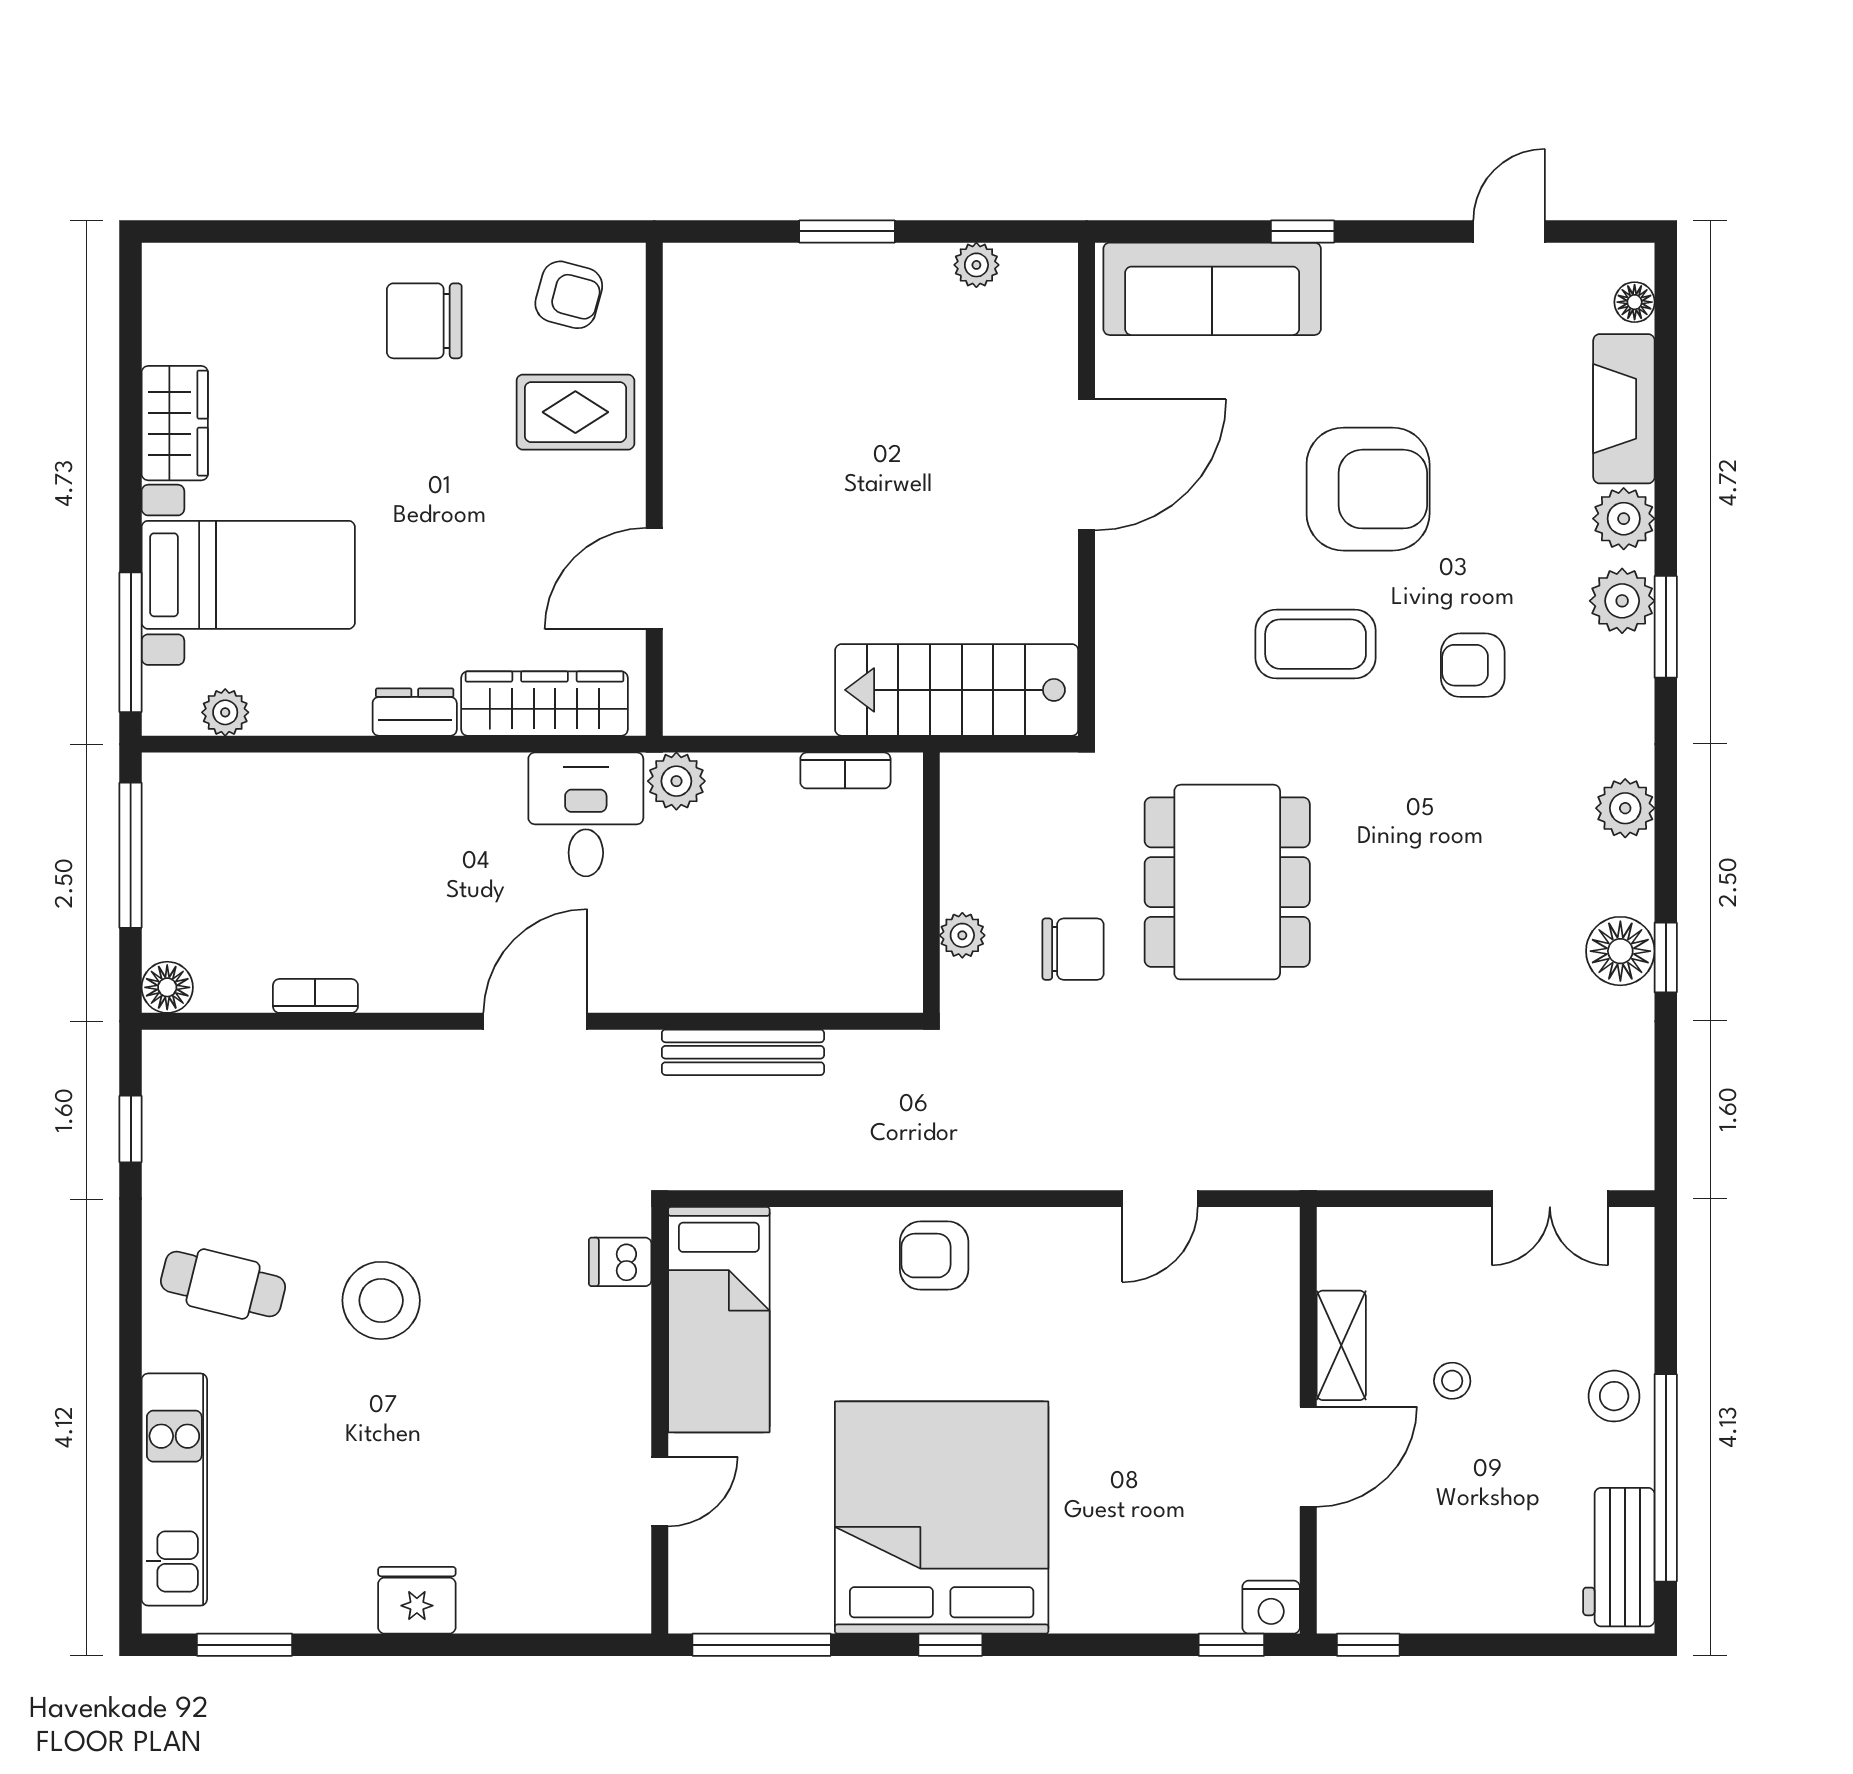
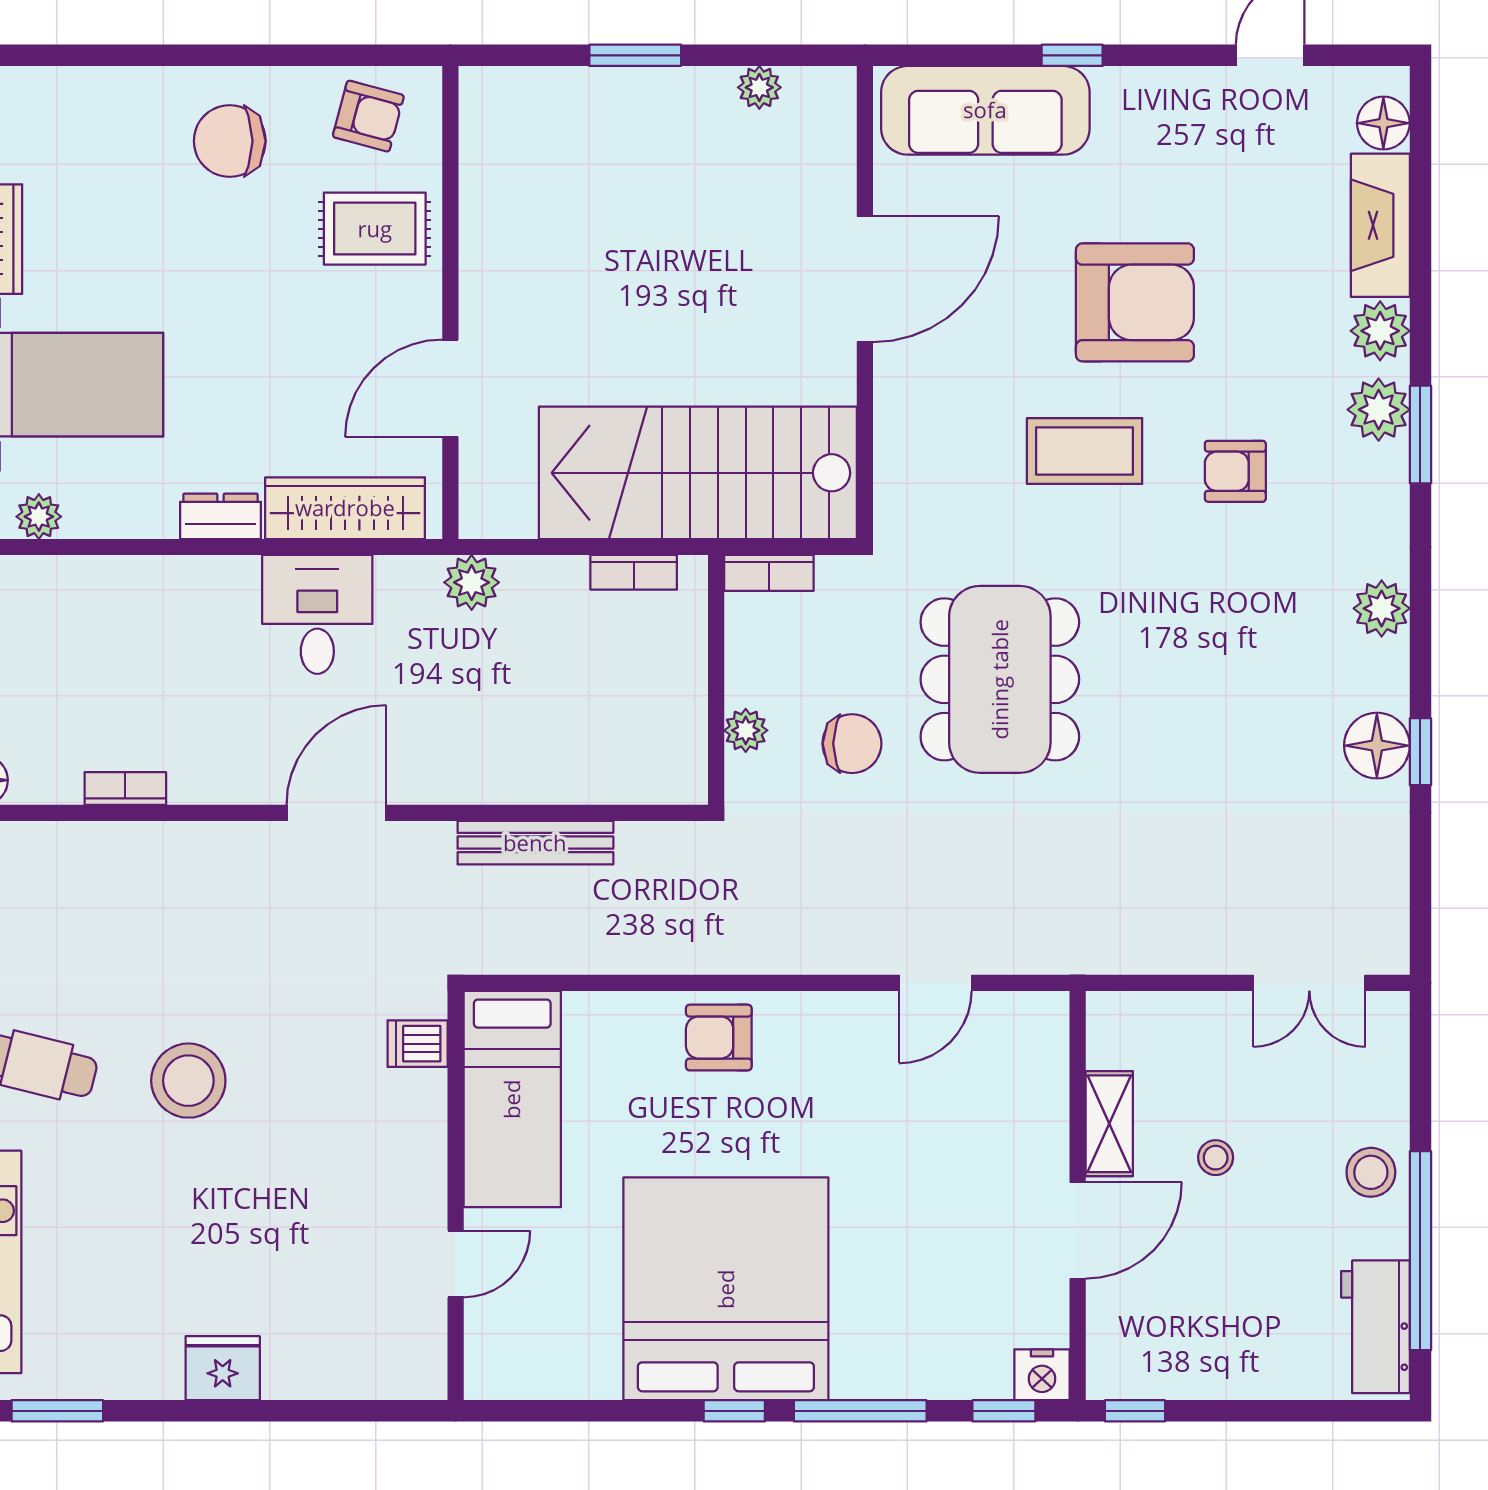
floor lamp: (1635, 302) -> (1383, 123), width x1.37, depth x1.37
stairs: (957, 690) -> (698, 473), width x1.36, depth x1.51
bookcase: (986, 771) -> (769, 573), added
desk: (586, 814) -> (317, 614), moved
window: (762, 1645) -> (860, 1411), moved

